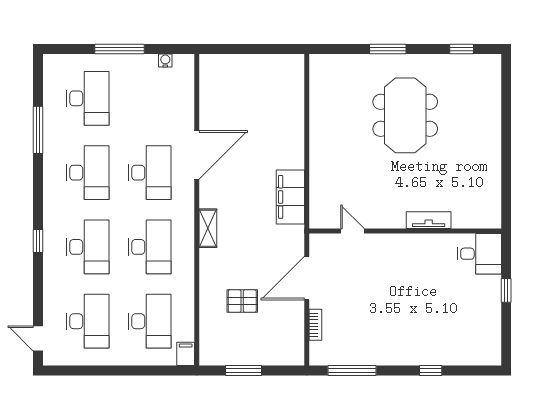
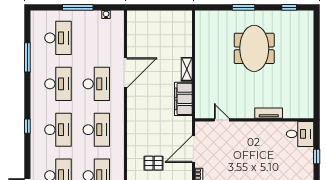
shelving: (208, 228) -> (187, 69), moved

